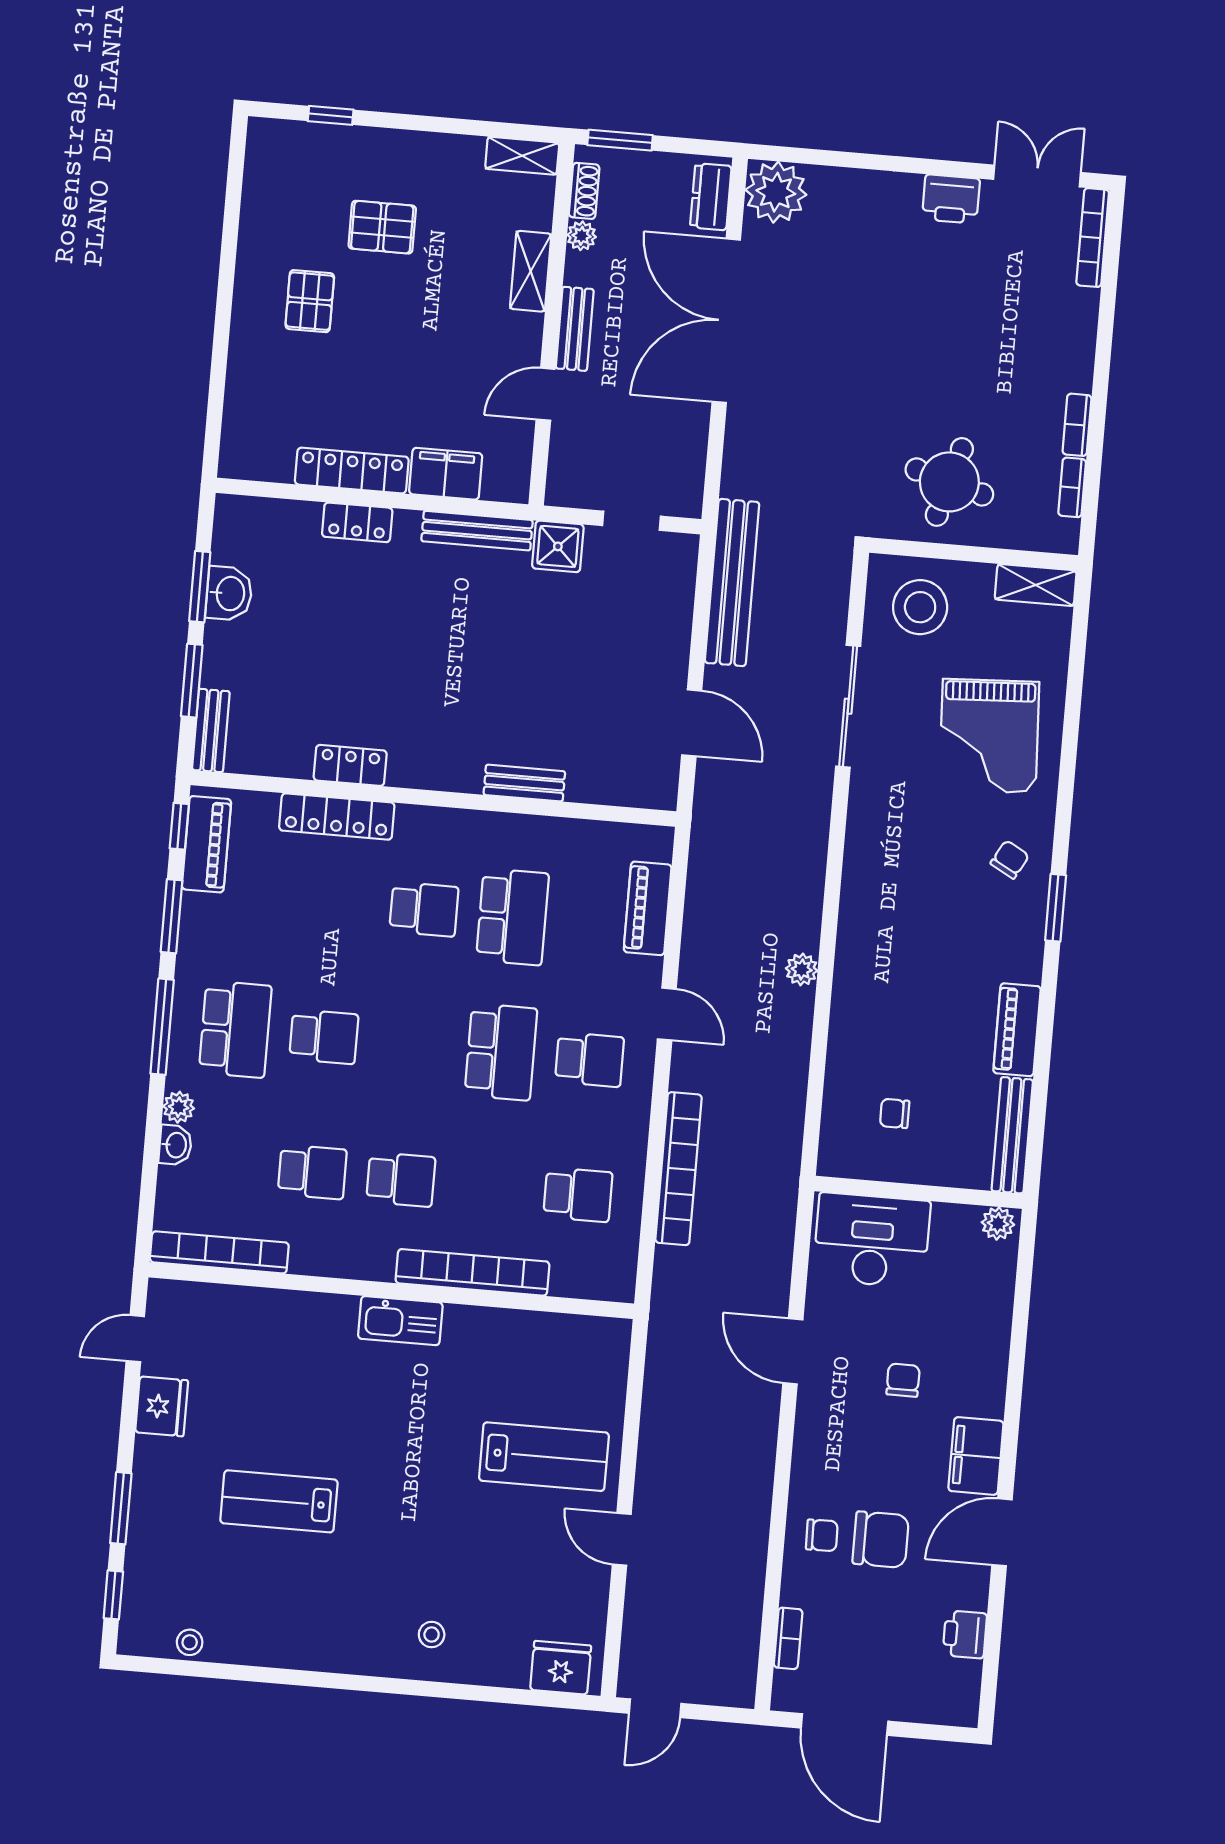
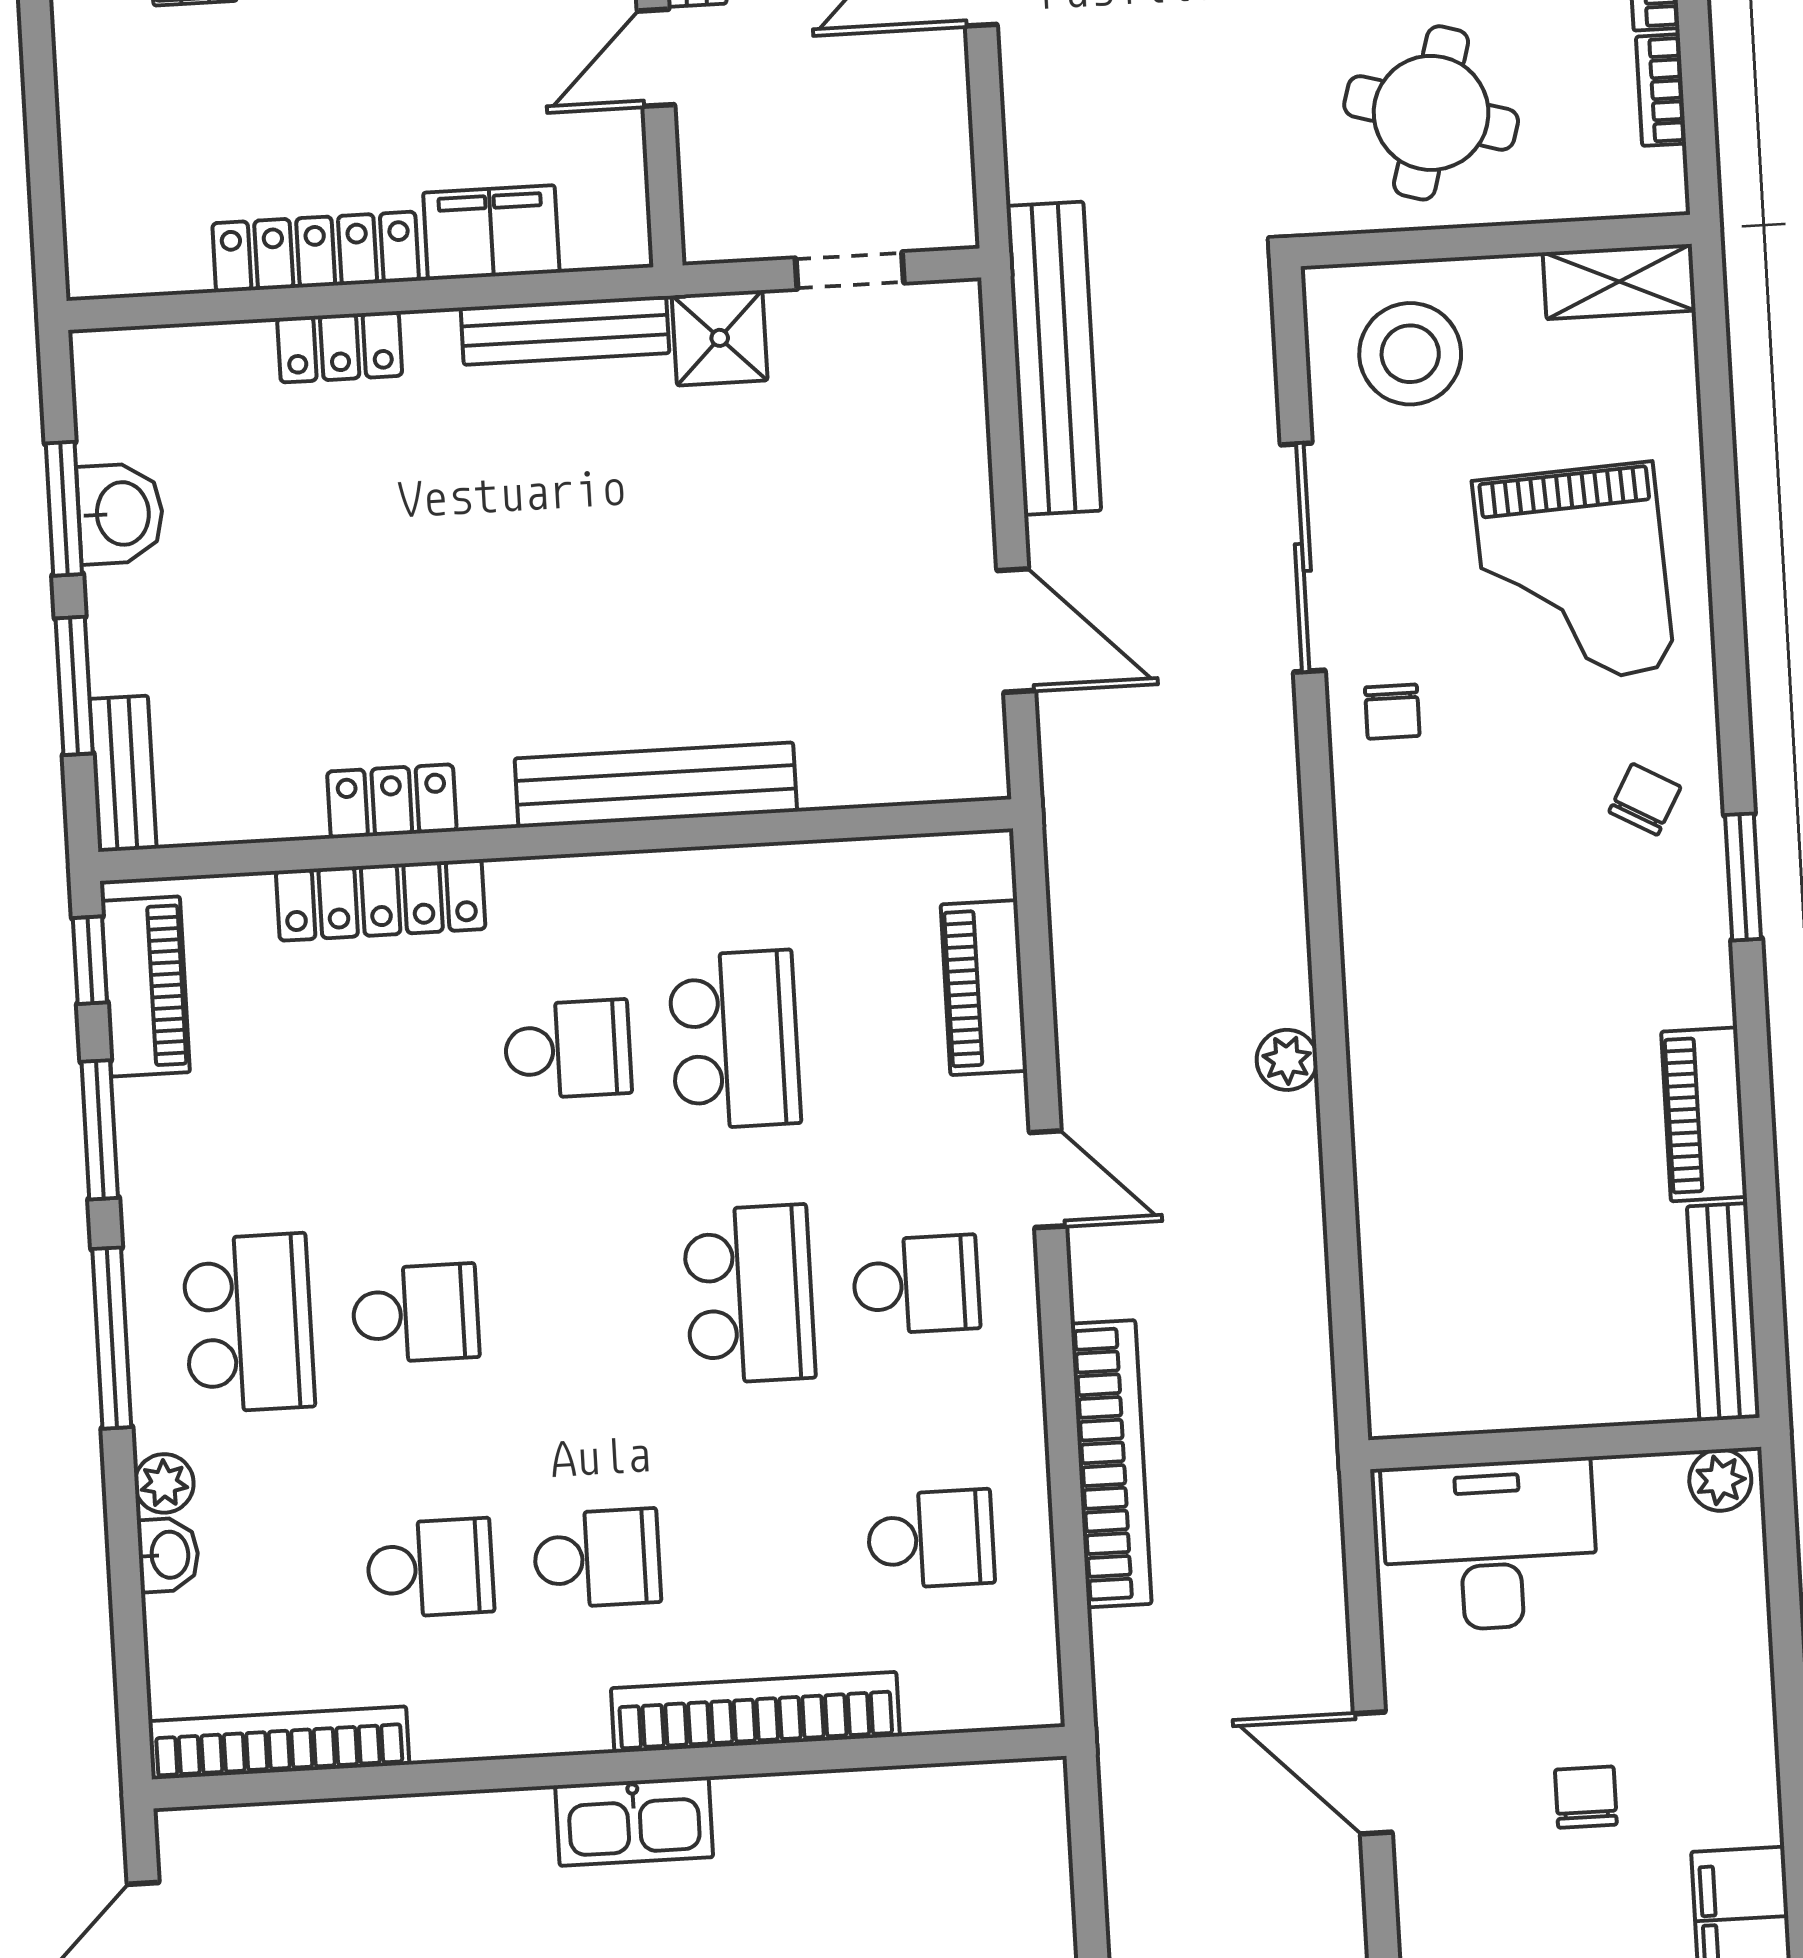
bench: (524, 783) -> (656, 785), width x1.86, depth x1.21
chair: (895, 1113) -> (1392, 712), moved, turned -90

